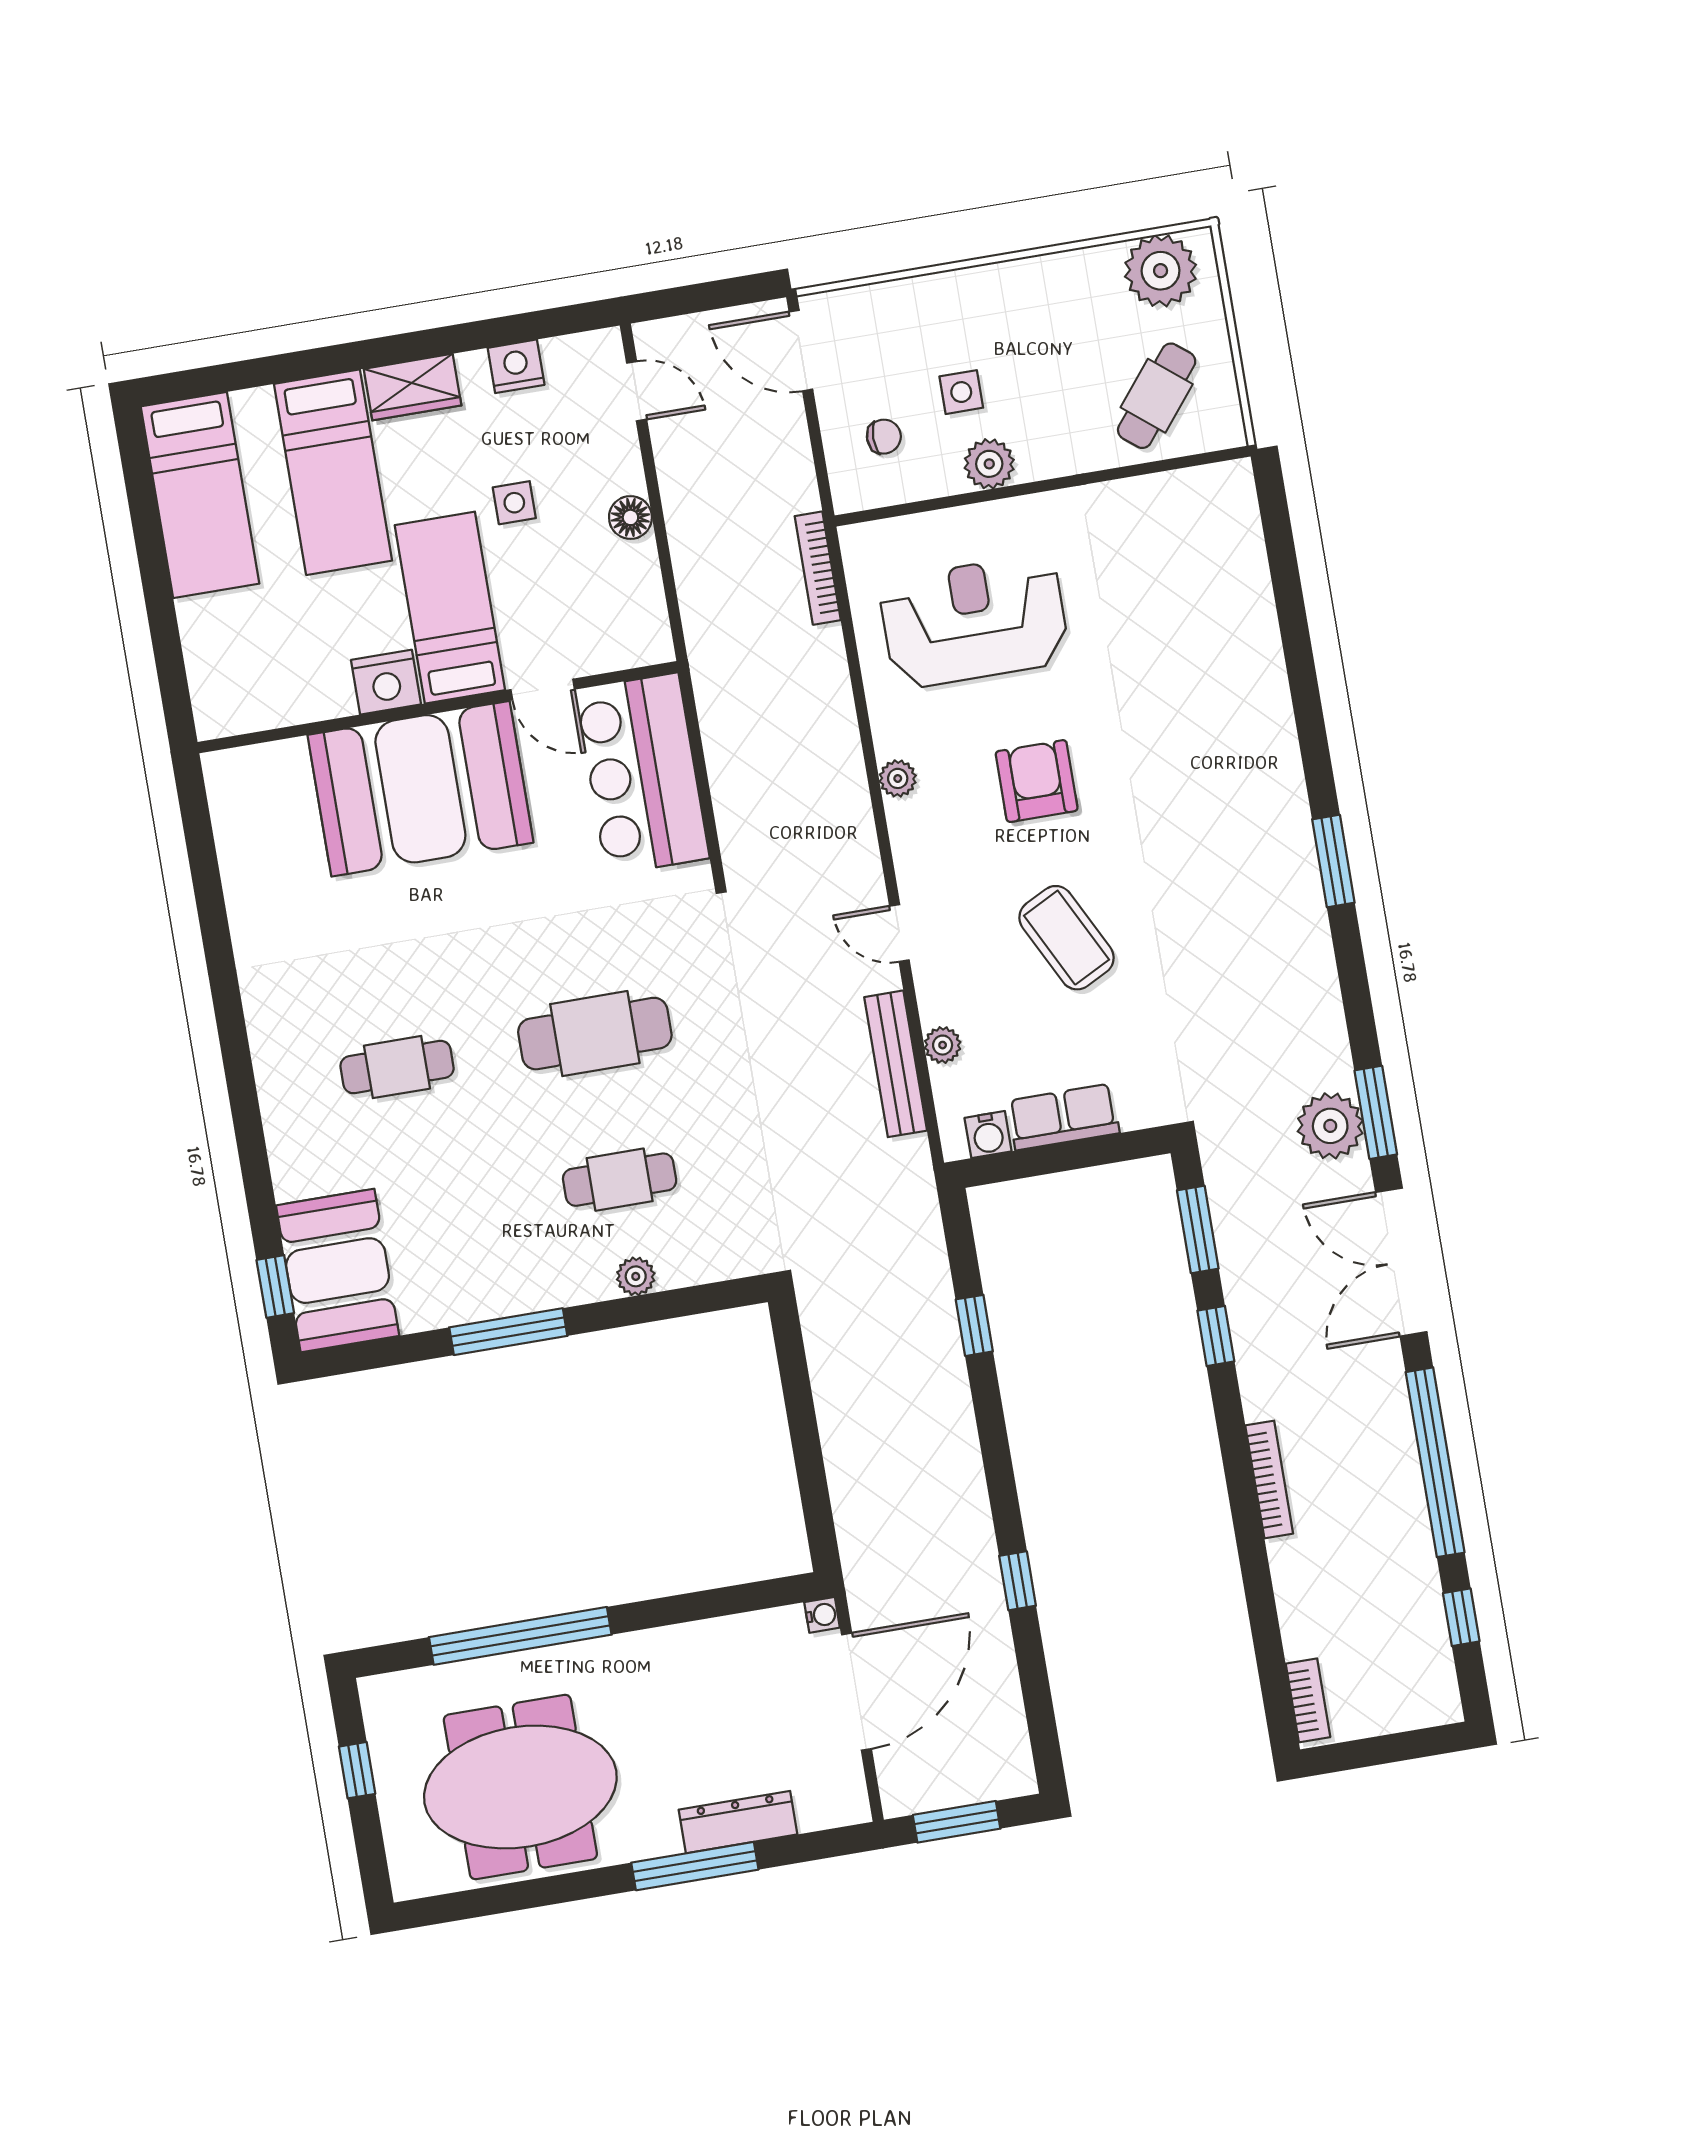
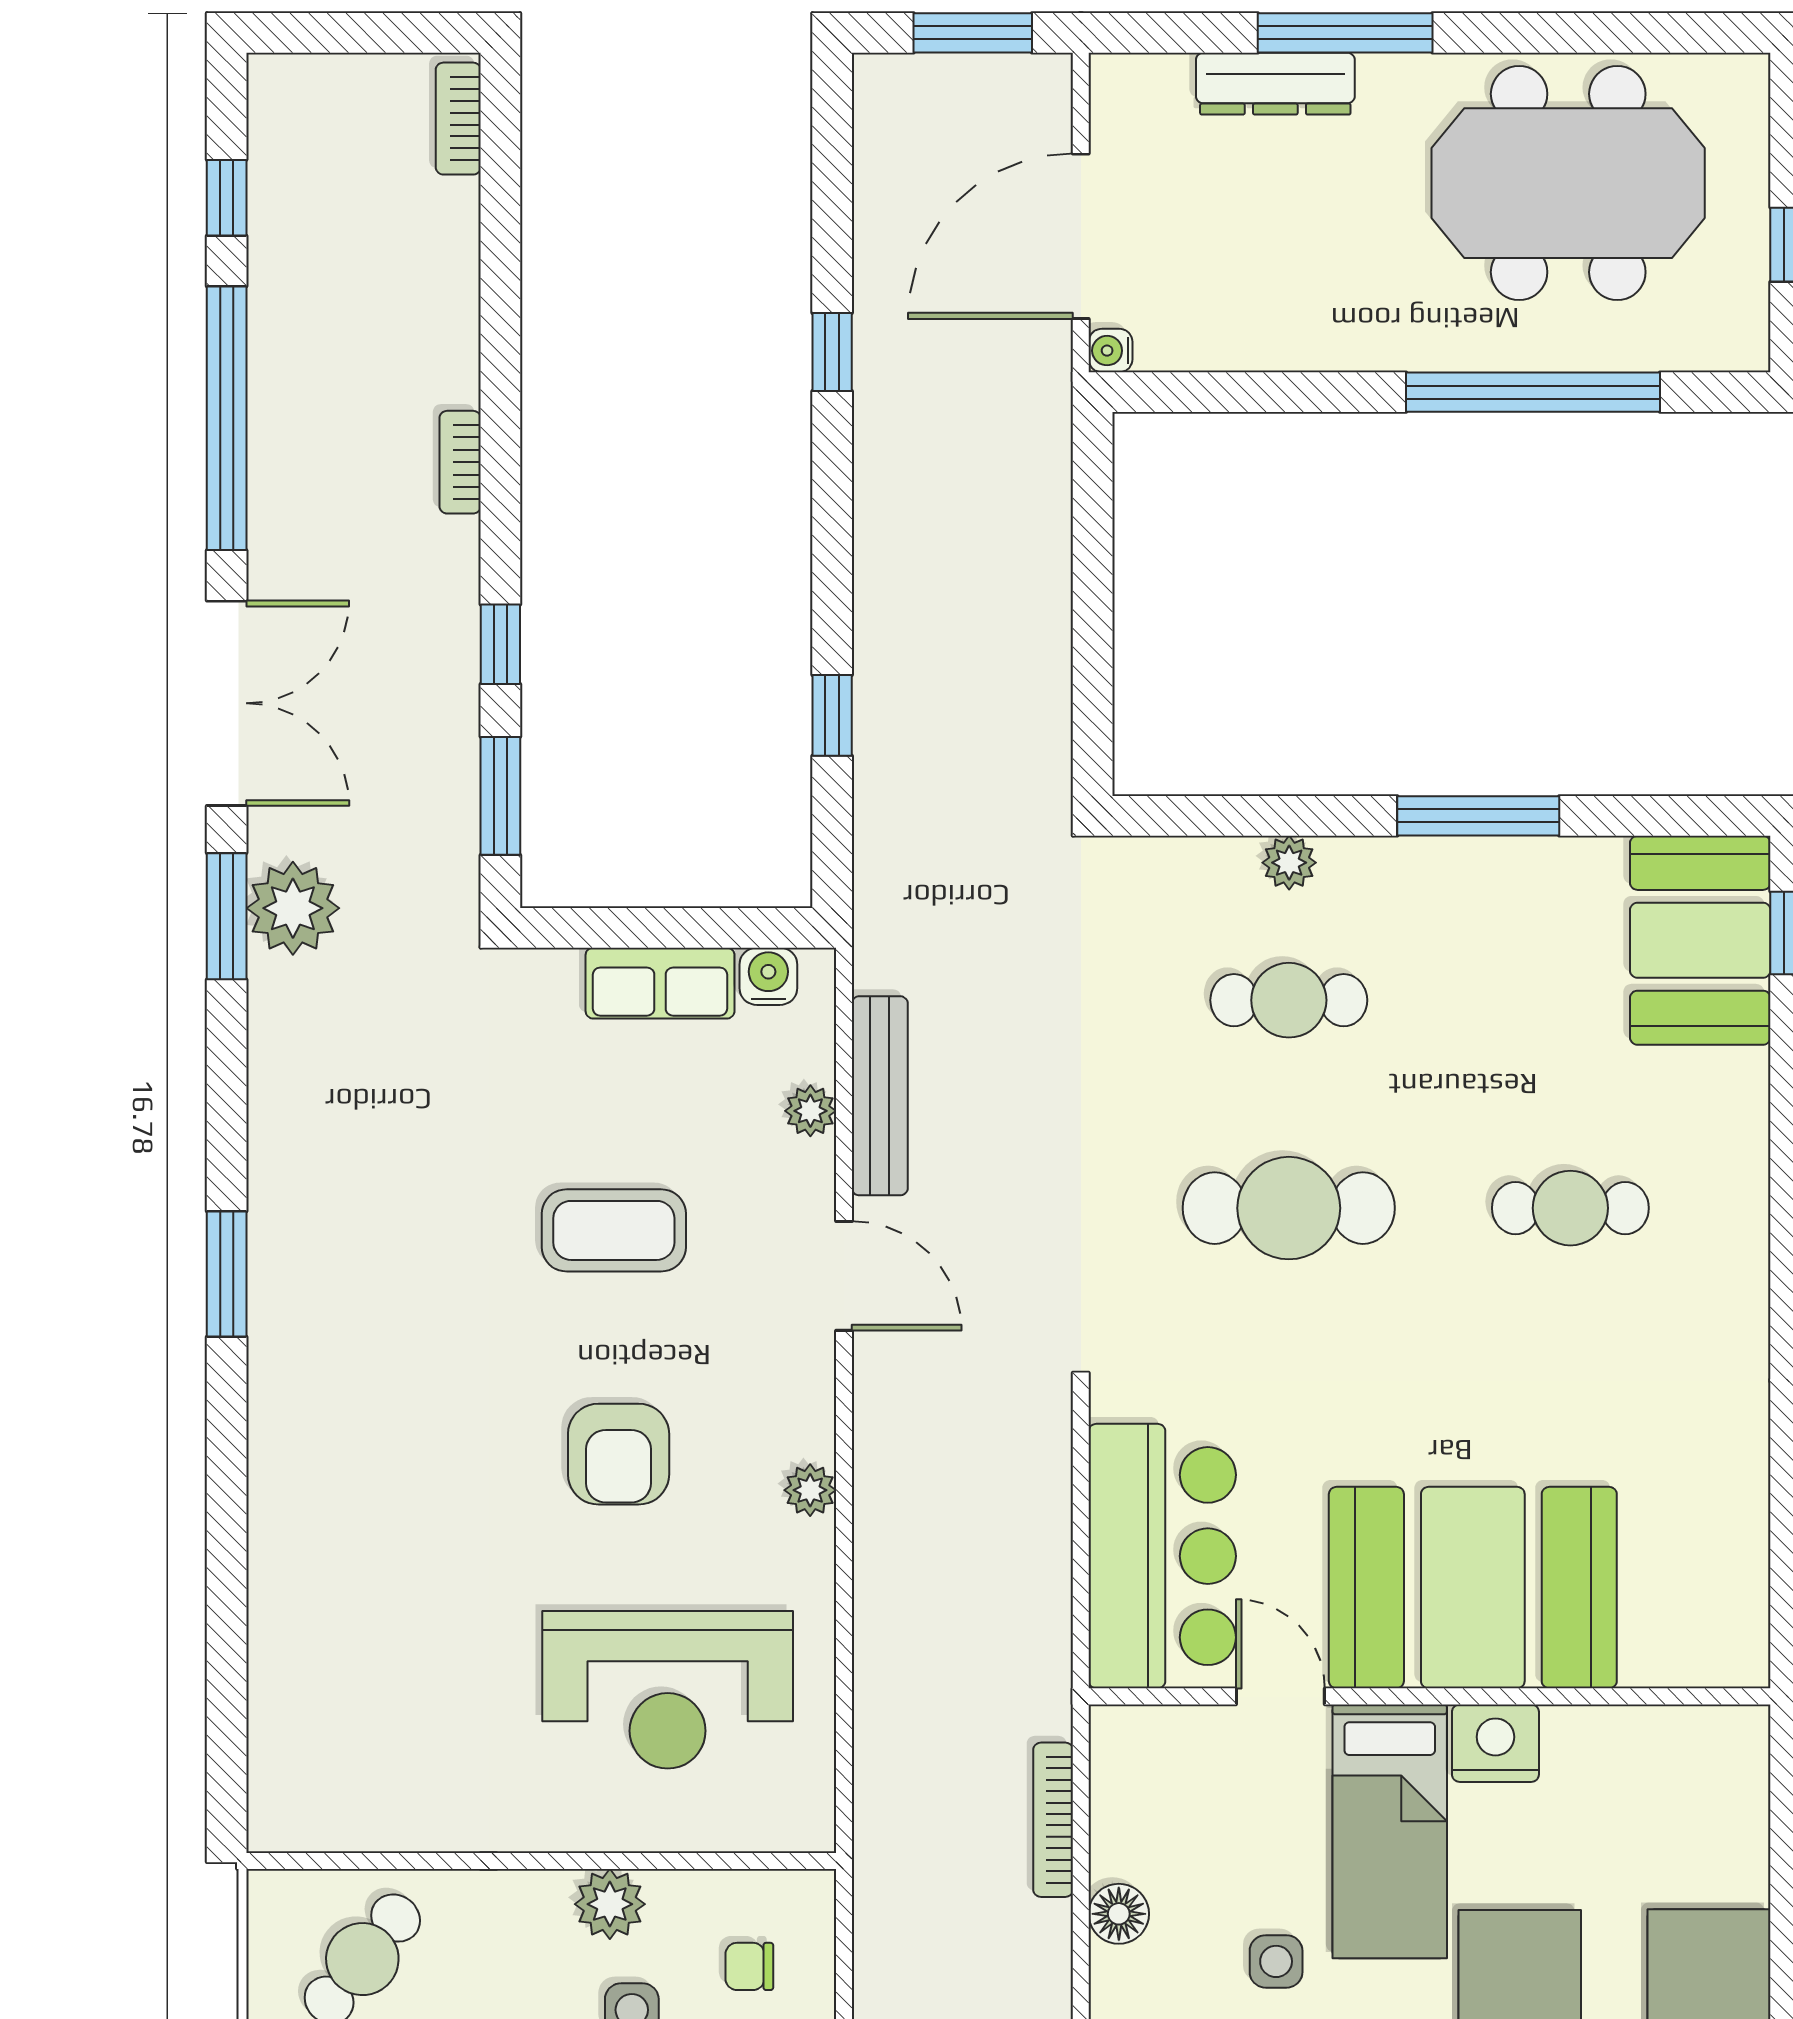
bookcase: (818, 568) -> (1053, 1820), moved, turned 180
door: (899, 933) -> (844, 1276), width x1.38
coffee table: (1066, 938) -> (614, 1230), turned -63
bookcase: (1269, 1479) -> (460, 462), width x0.64

